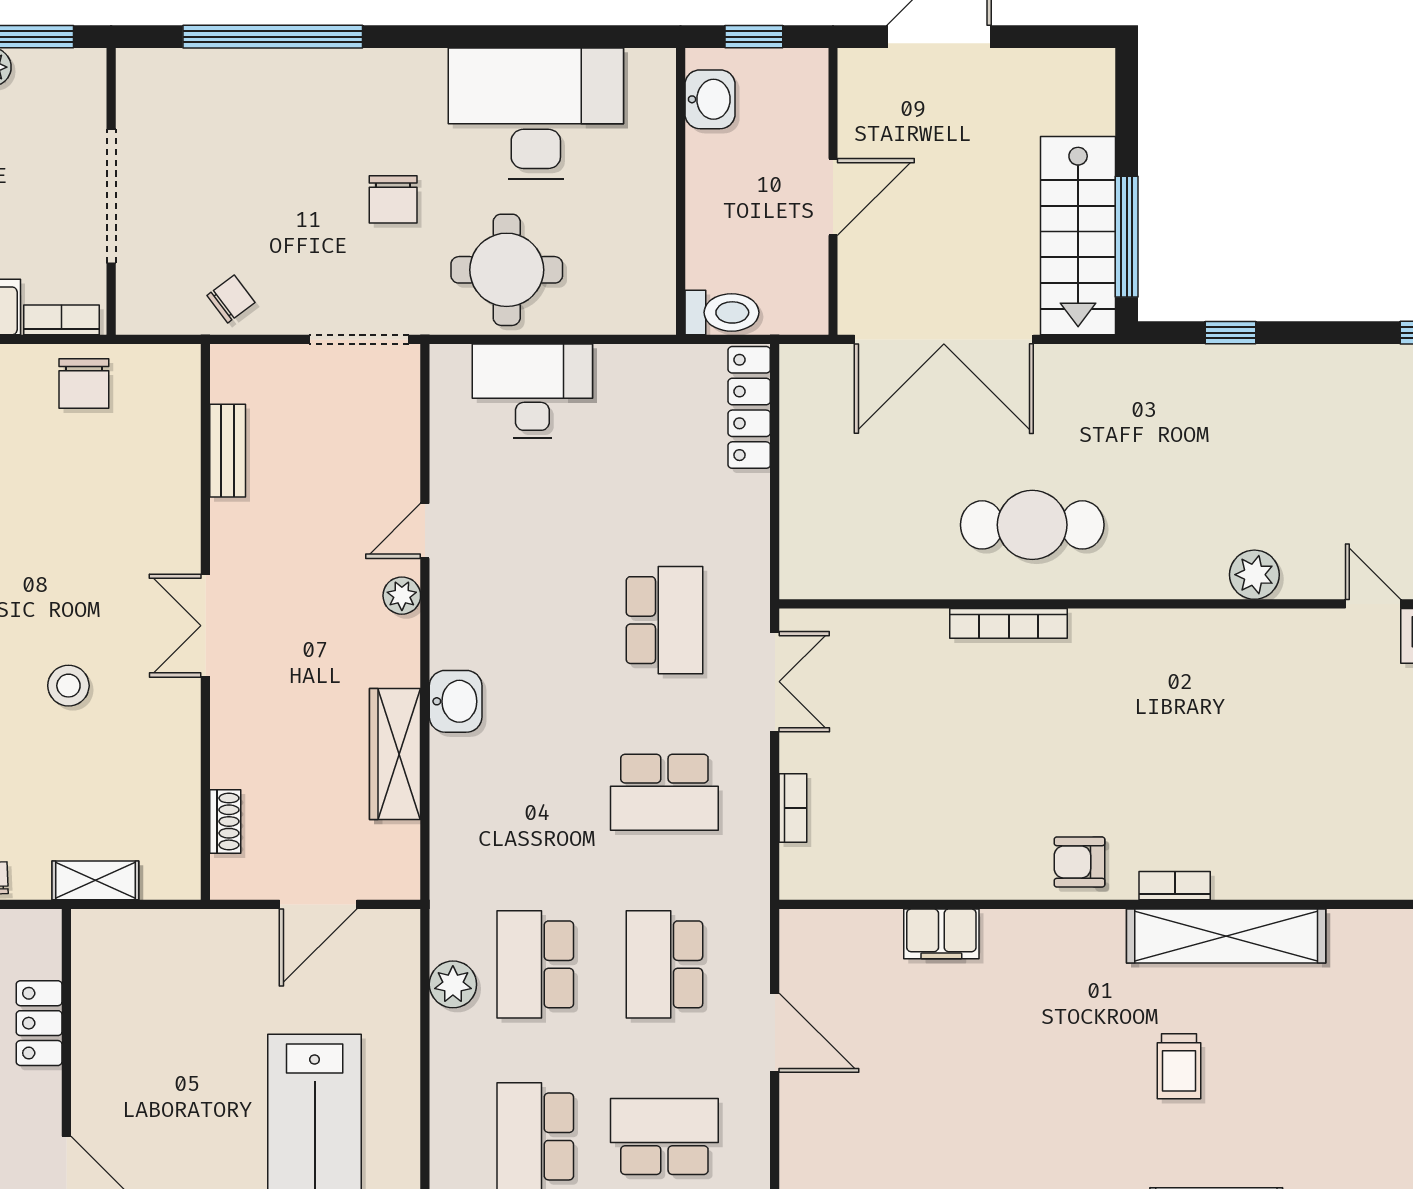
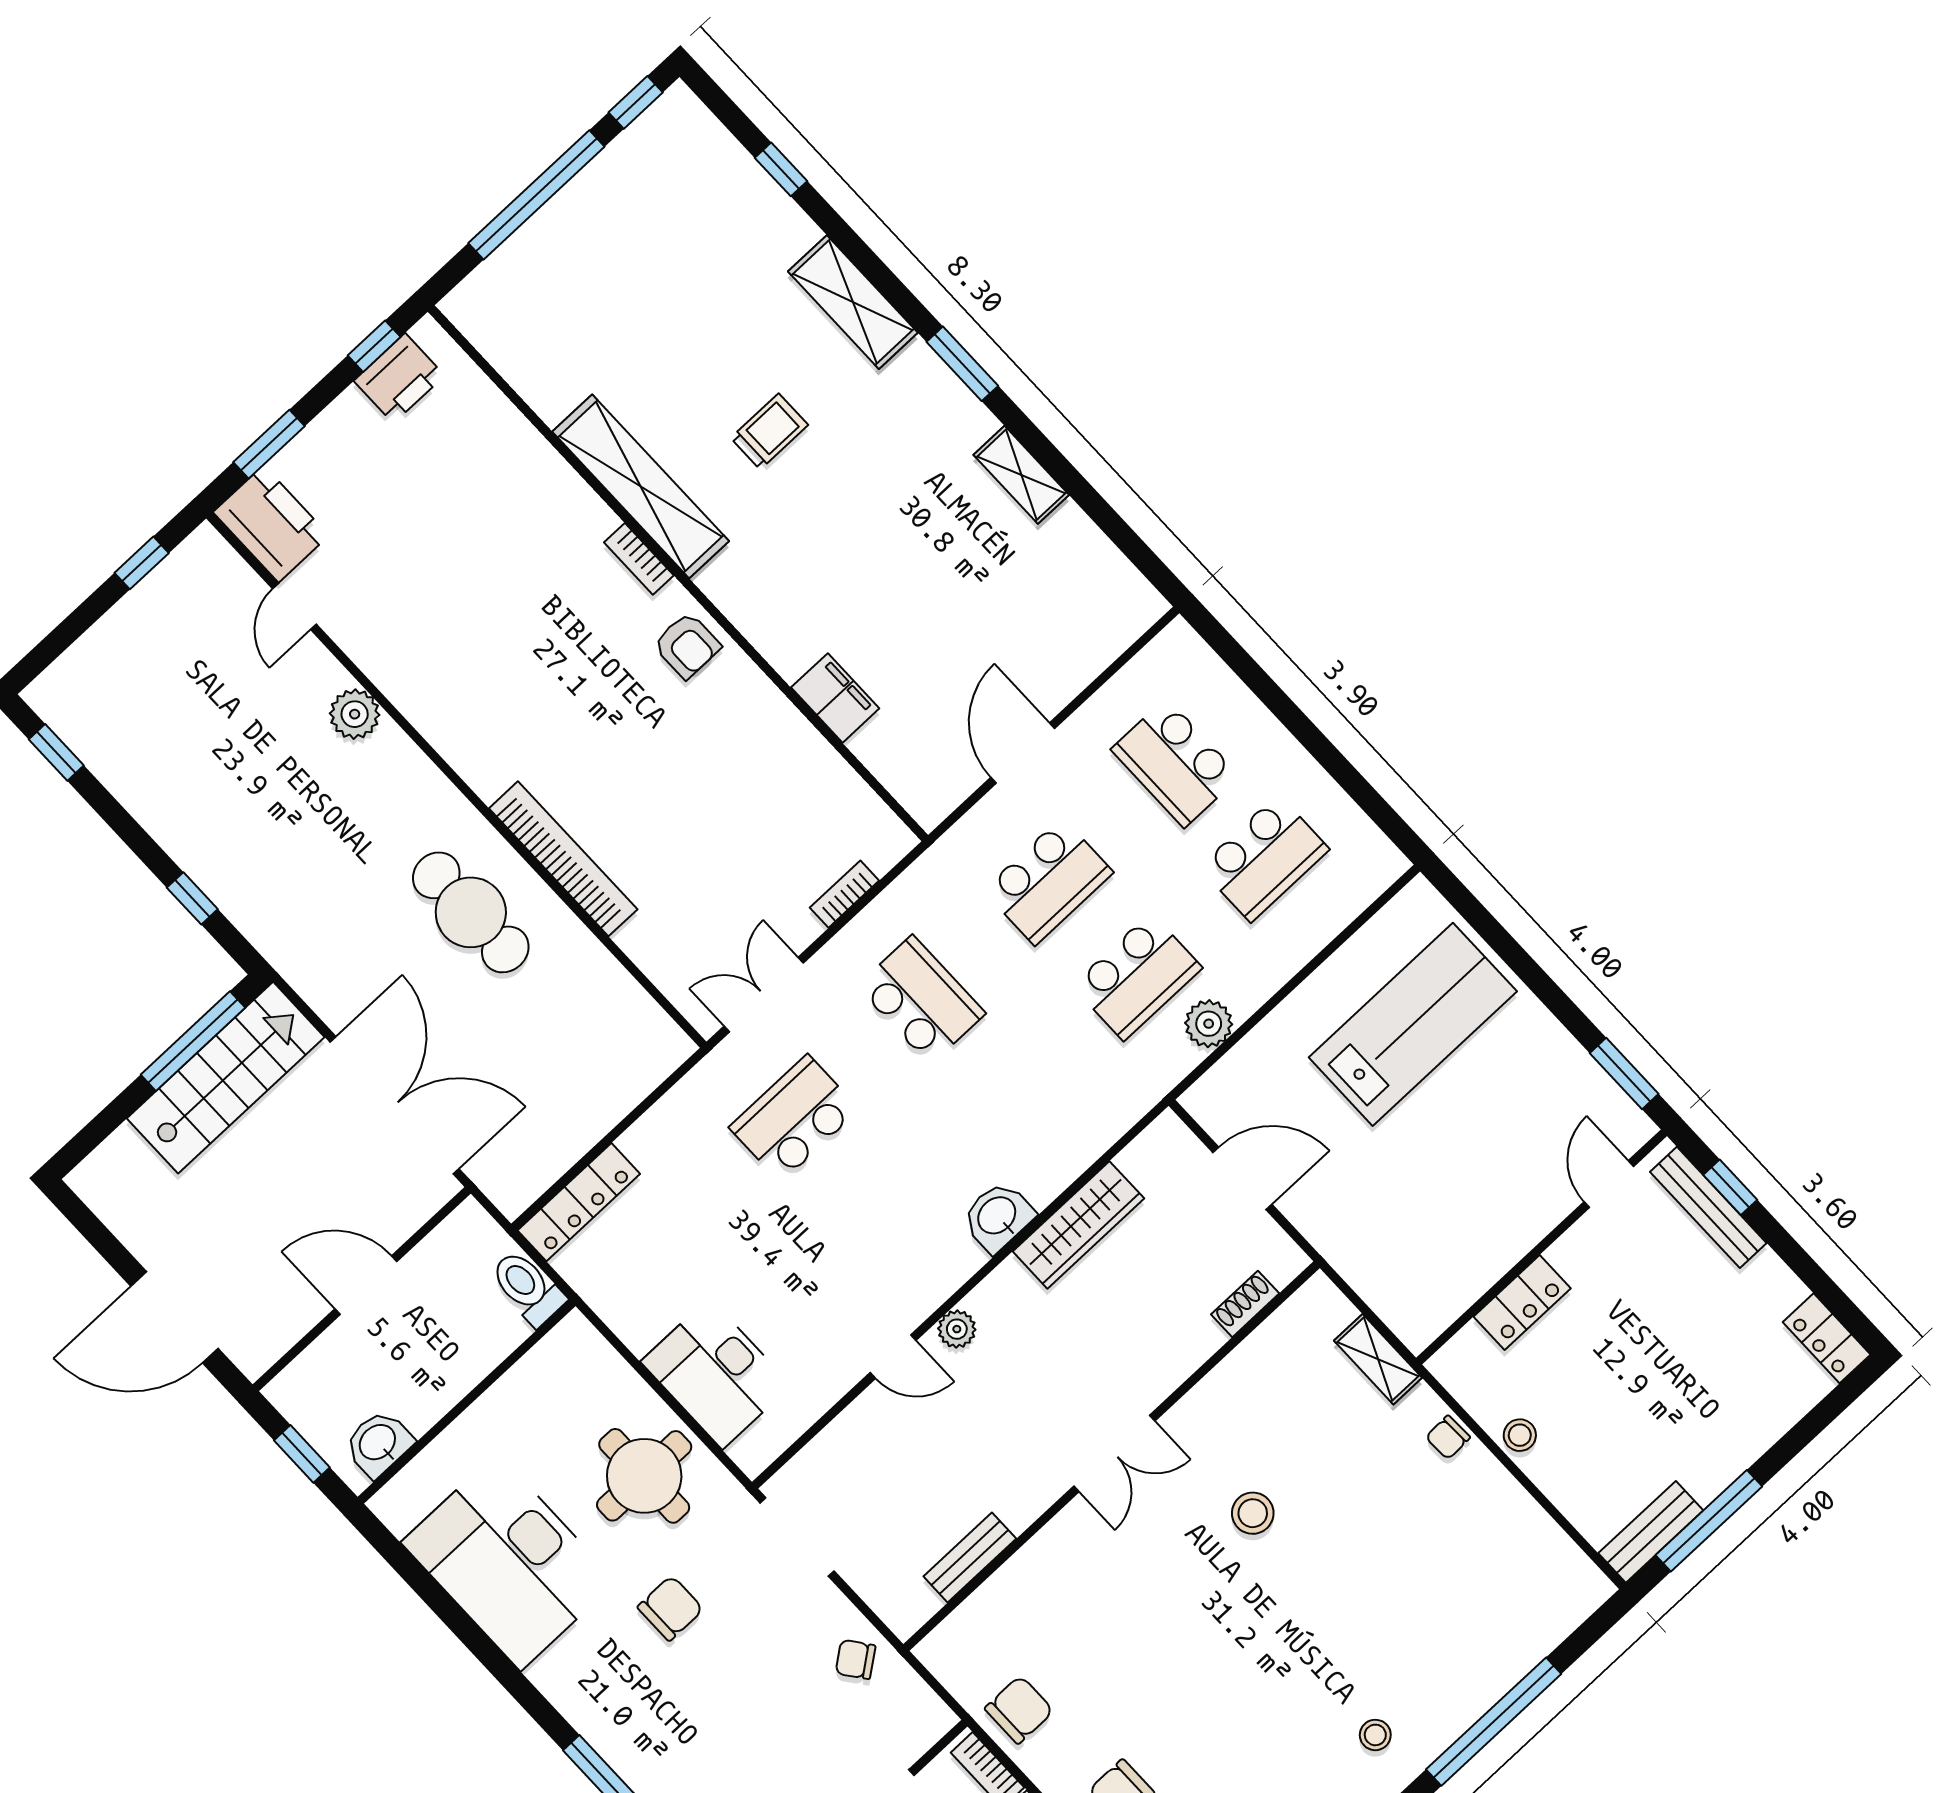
bookcase: (1009, 623) -> (563, 859), width x1.48, depth x1.31

